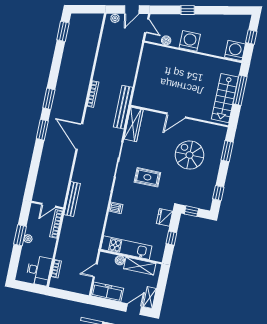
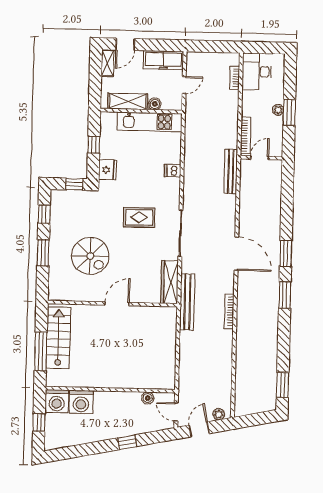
washing machine: (190, 41) -> (81, 402), moved
window: (227, 151) -> (43, 253), moved

